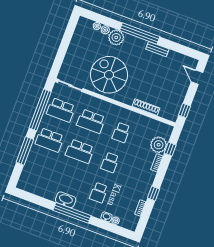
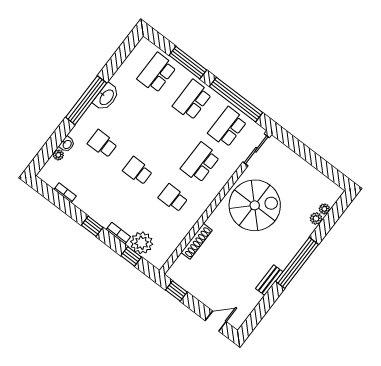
plant: (116, 37) -> (301, 230), removed
school desk: (80, 151) -> (157, 73), moved
window: (153, 194) -> (92, 226), moved

